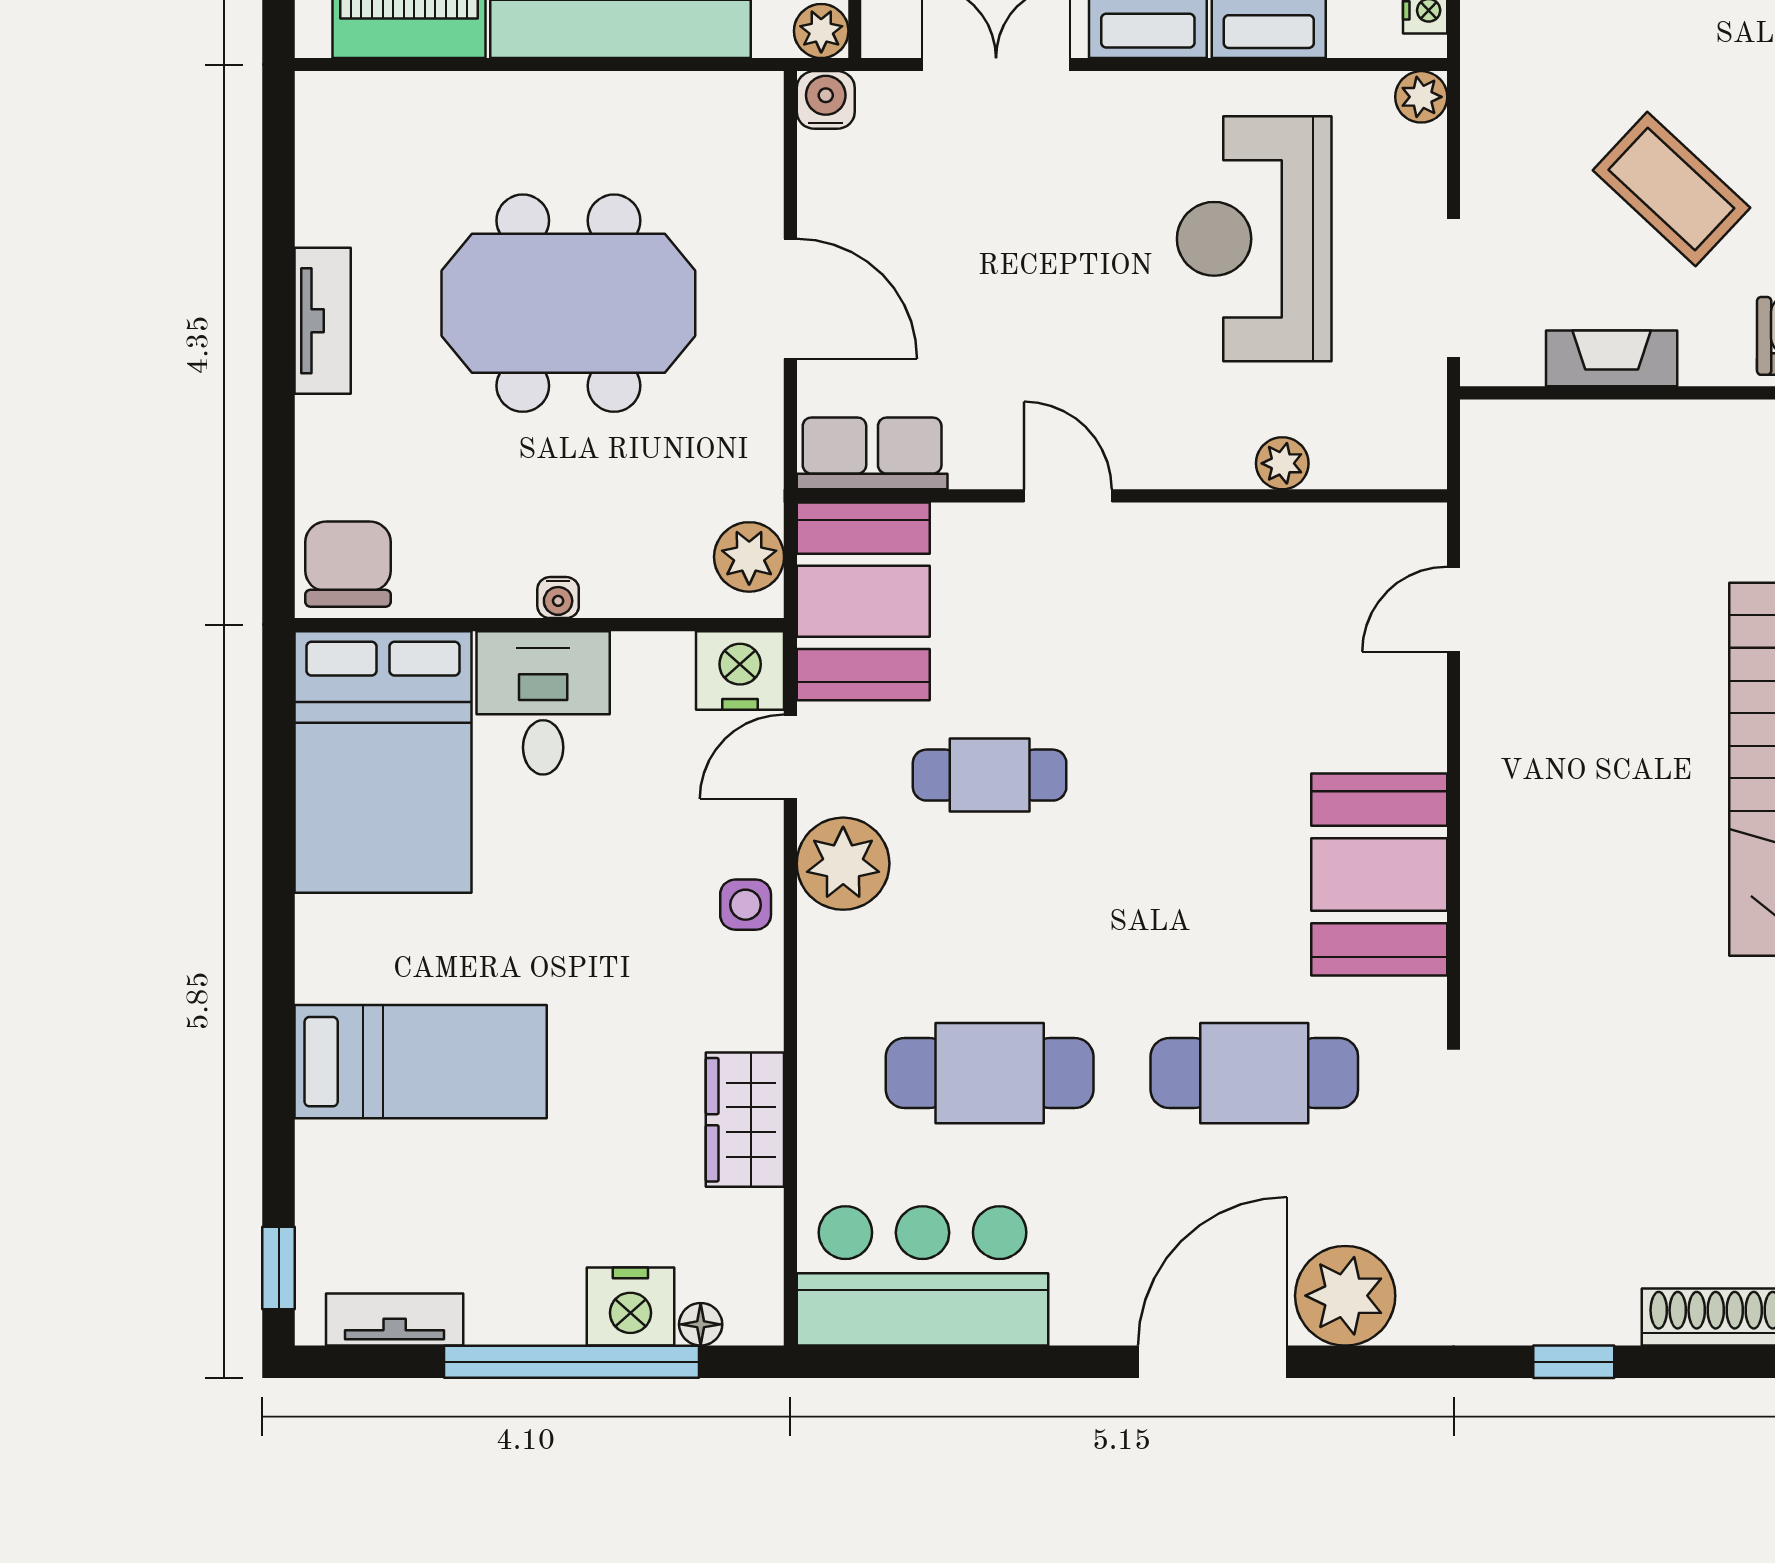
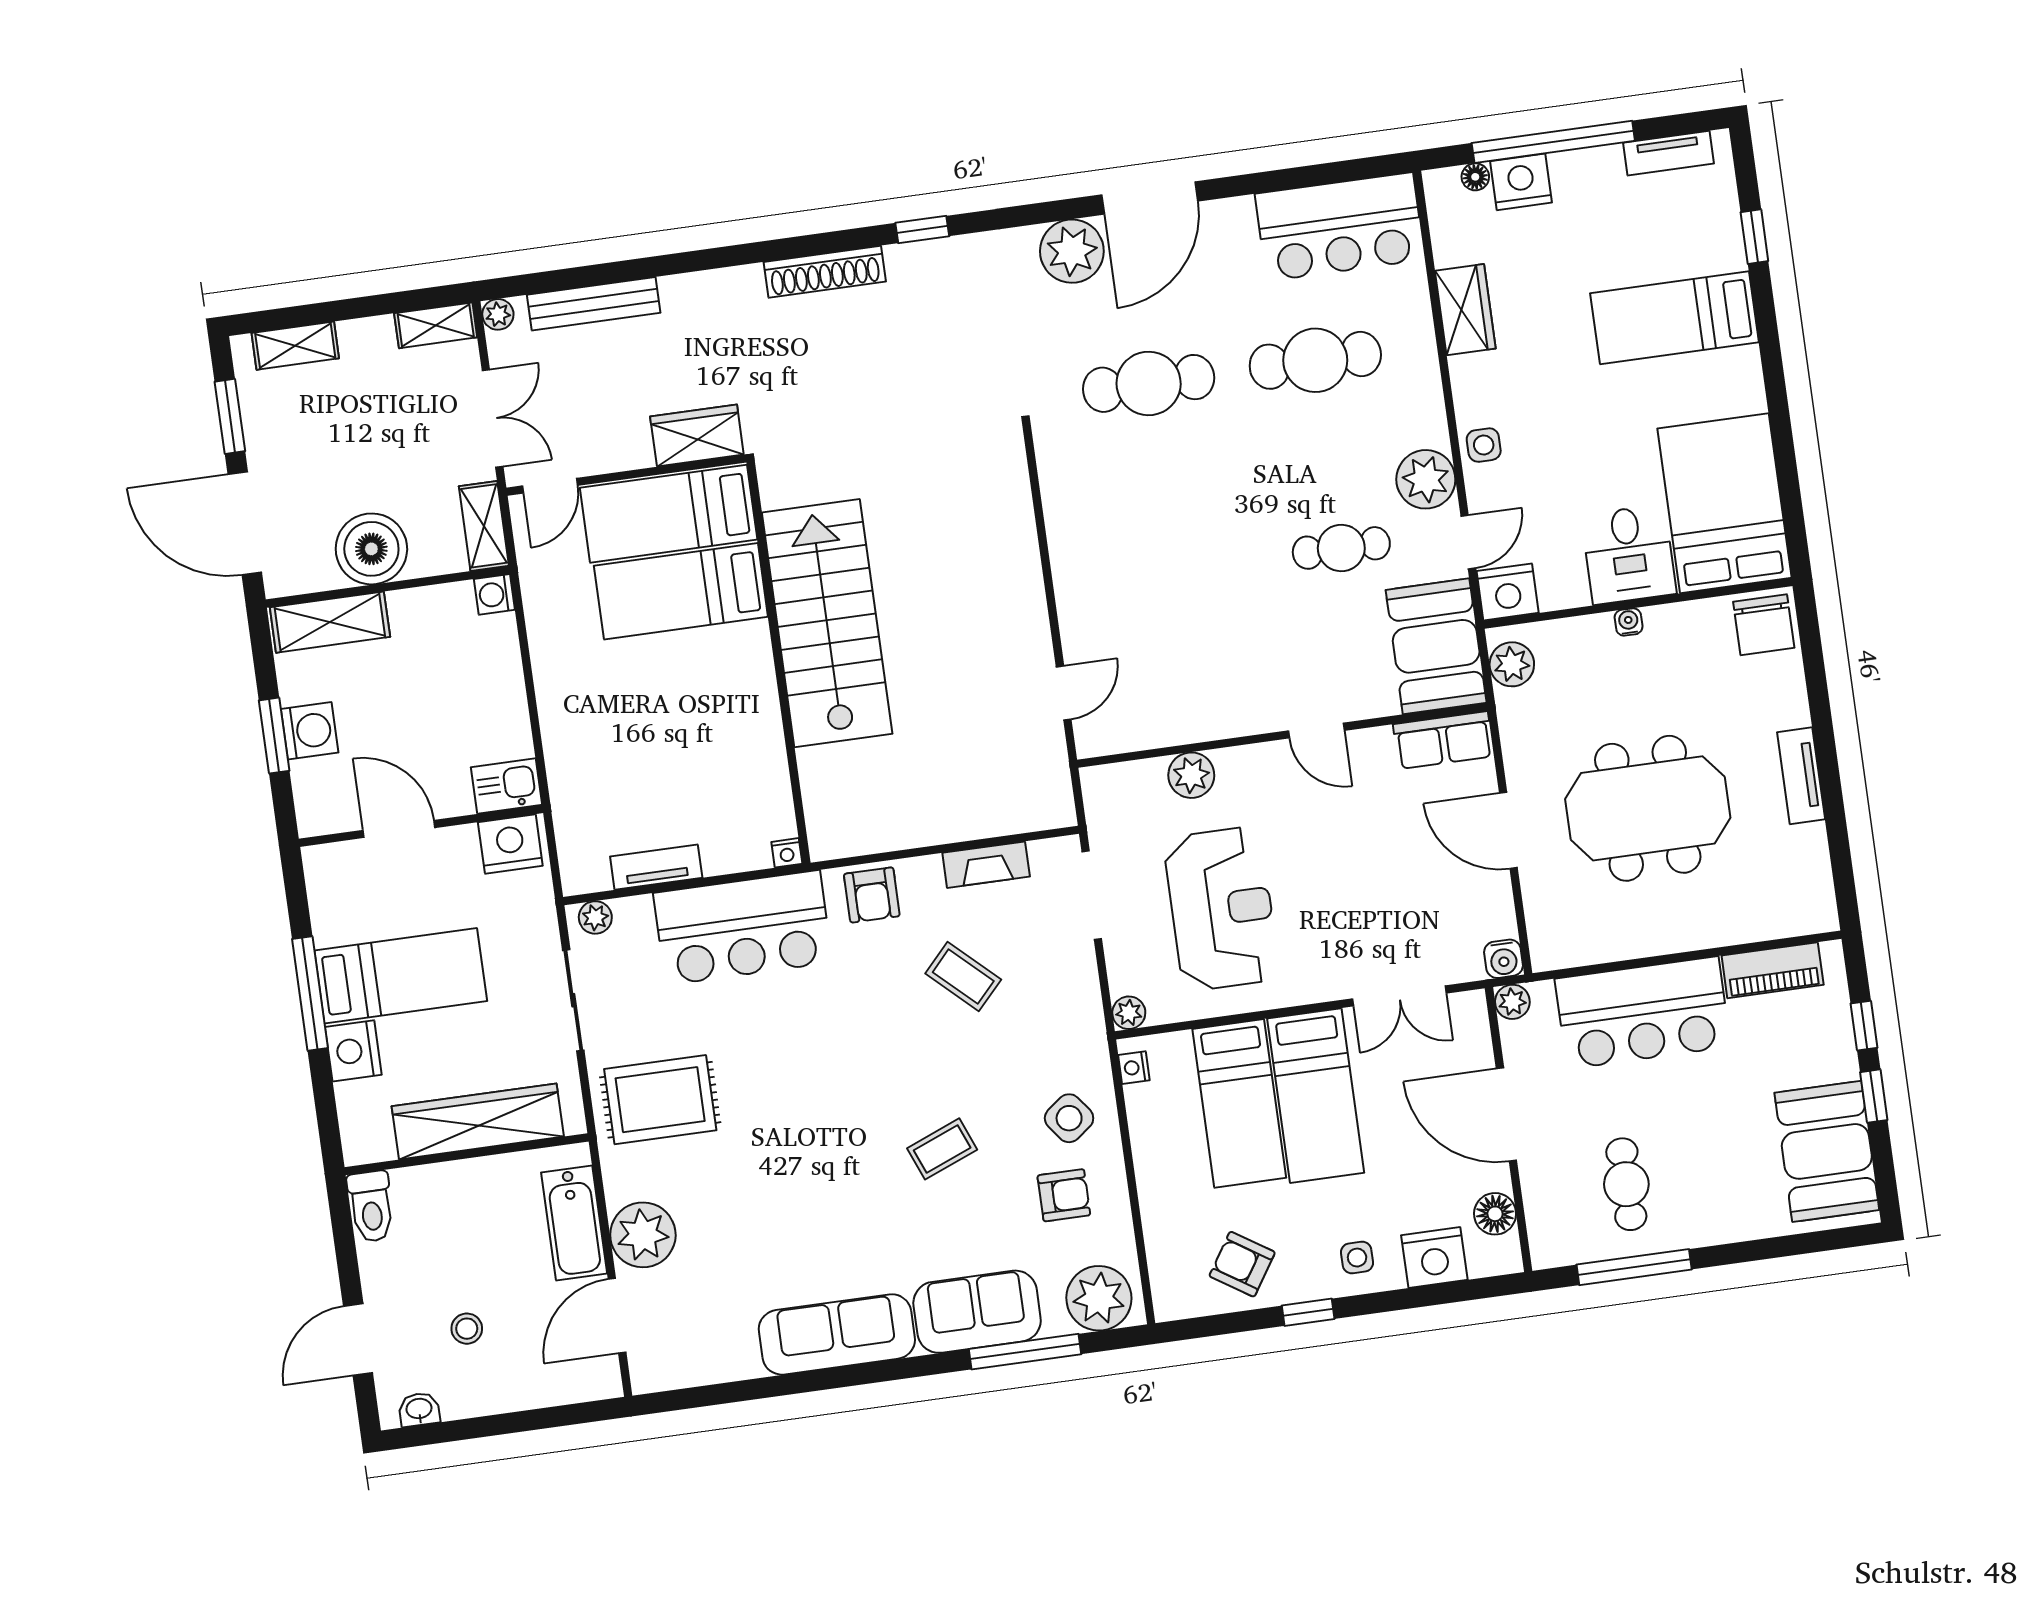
coffee table: (1671, 189) -> (963, 977), width x0.73, depth x0.77
plant: (1282, 463) -> (1191, 775), width x1.38, depth x1.38
booth: (1379, 874) -> (1087, 519), removed
window: (279, 1268) -> (1754, 237), moved

